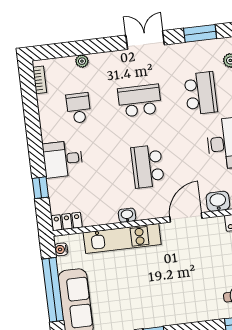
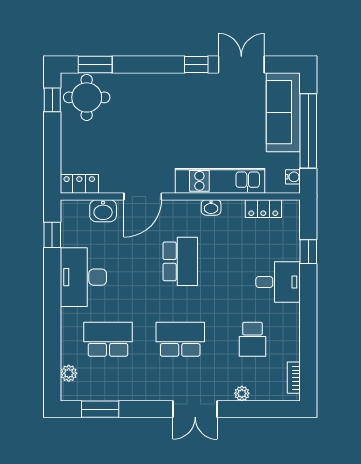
double door: (145, 40) -> (195, 409), moved
school desk: (201, 93) -> (108, 339), turned 90
school desk: (140, 101) -> (180, 339), turned 180
locker: (67, 221) -> (263, 209), moved

